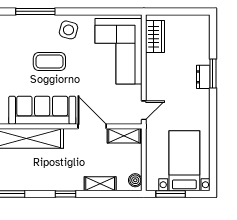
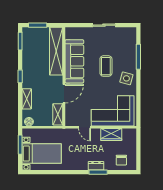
wardrobe: (155, 37) -> (111, 135), moved
chair: (194, 38) -> (121, 160), added
door: (144, 110) -> (85, 127), moved

